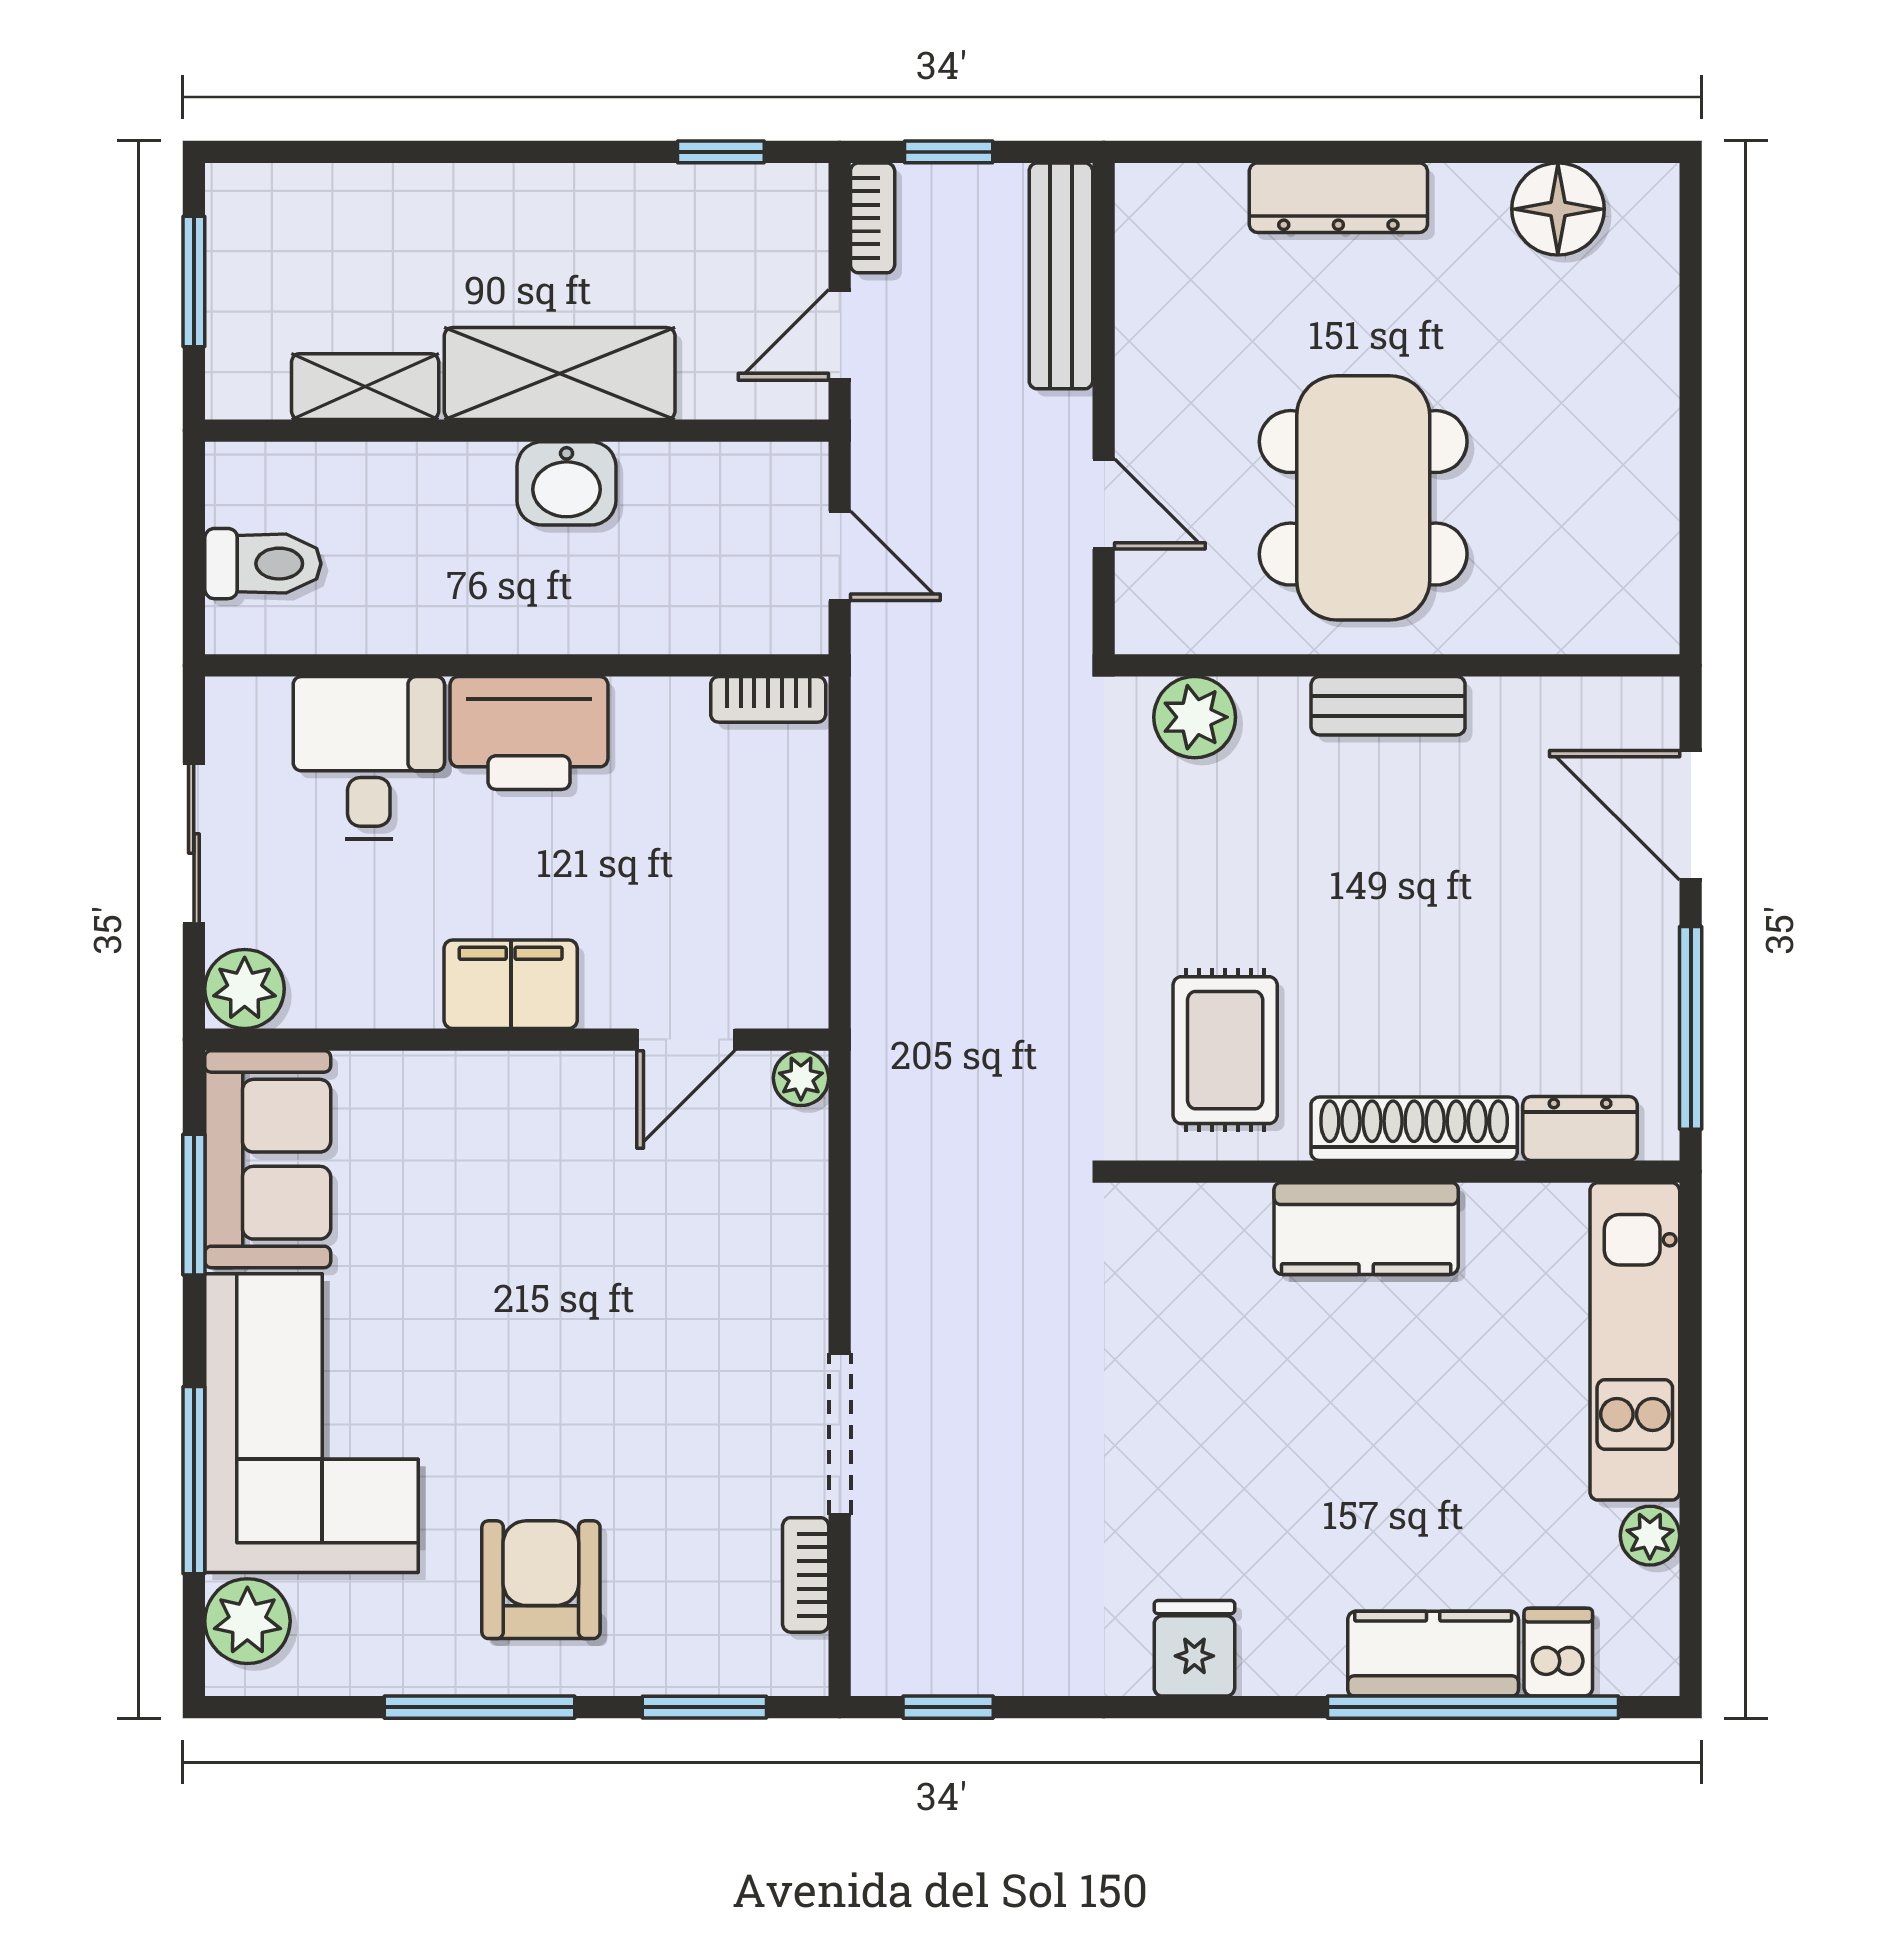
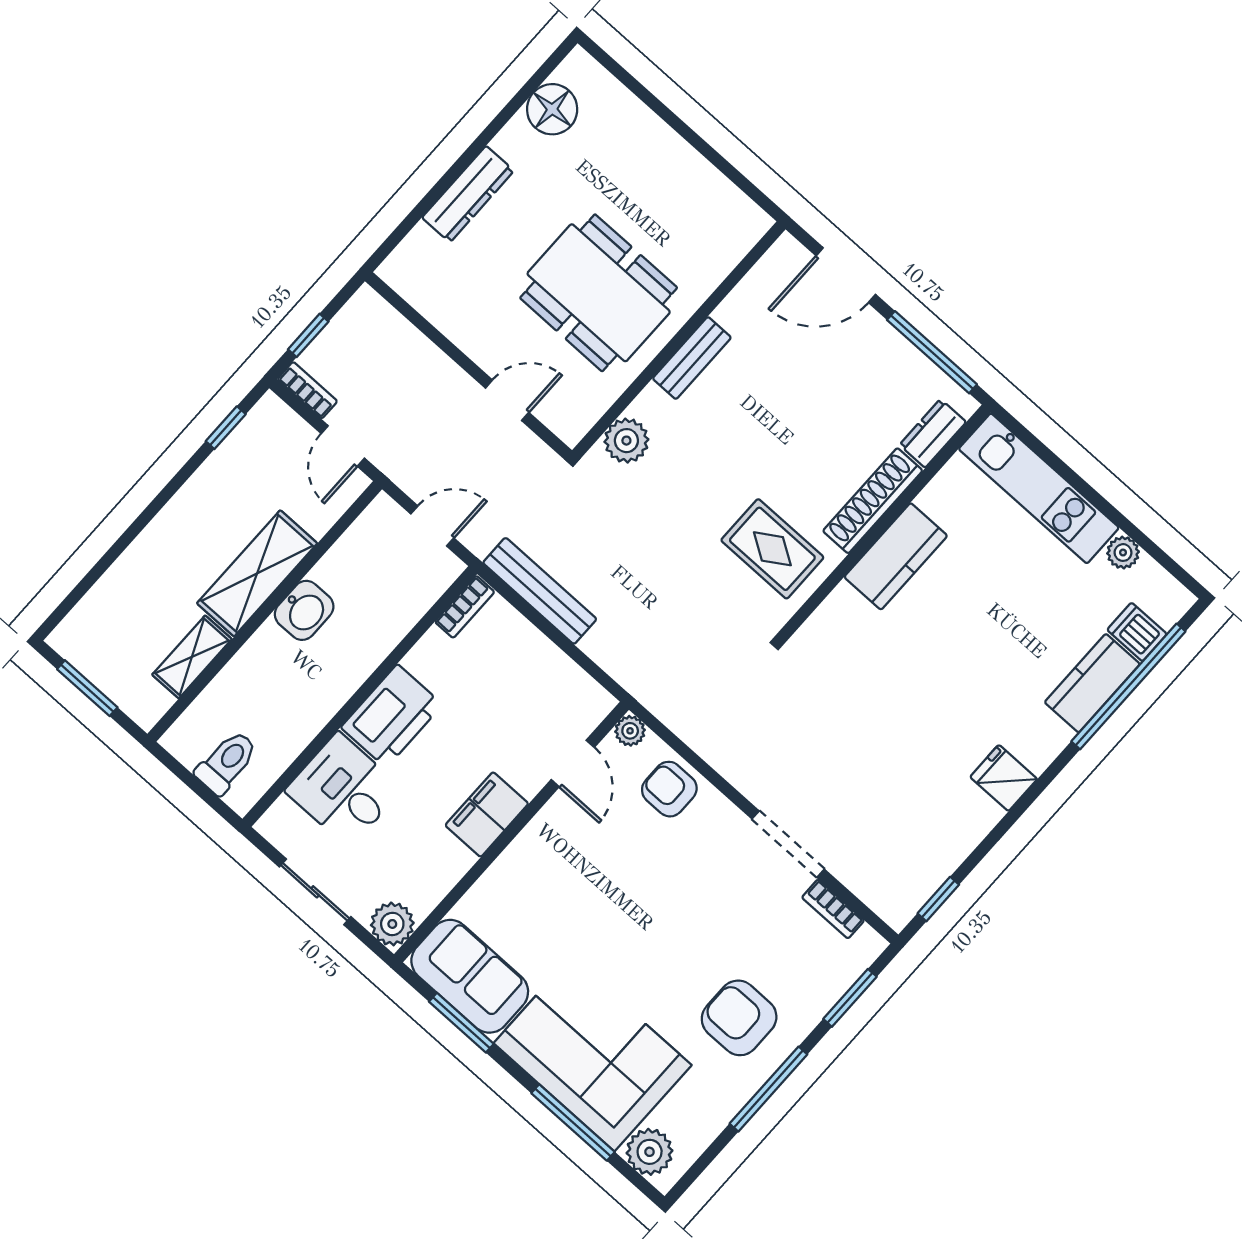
bench: (1061, 276) -> (540, 591), moved
armchair: (769, 1203) -> (669, 789), added

